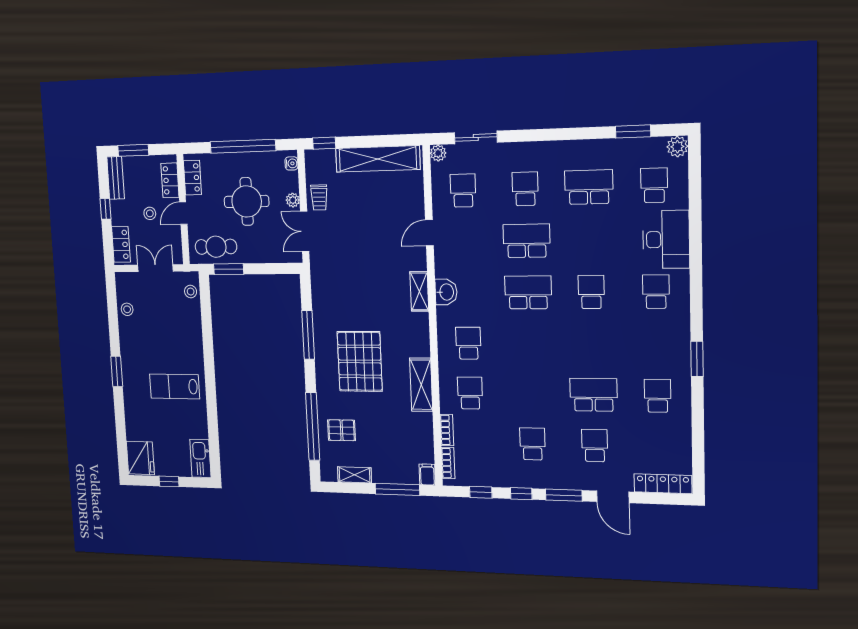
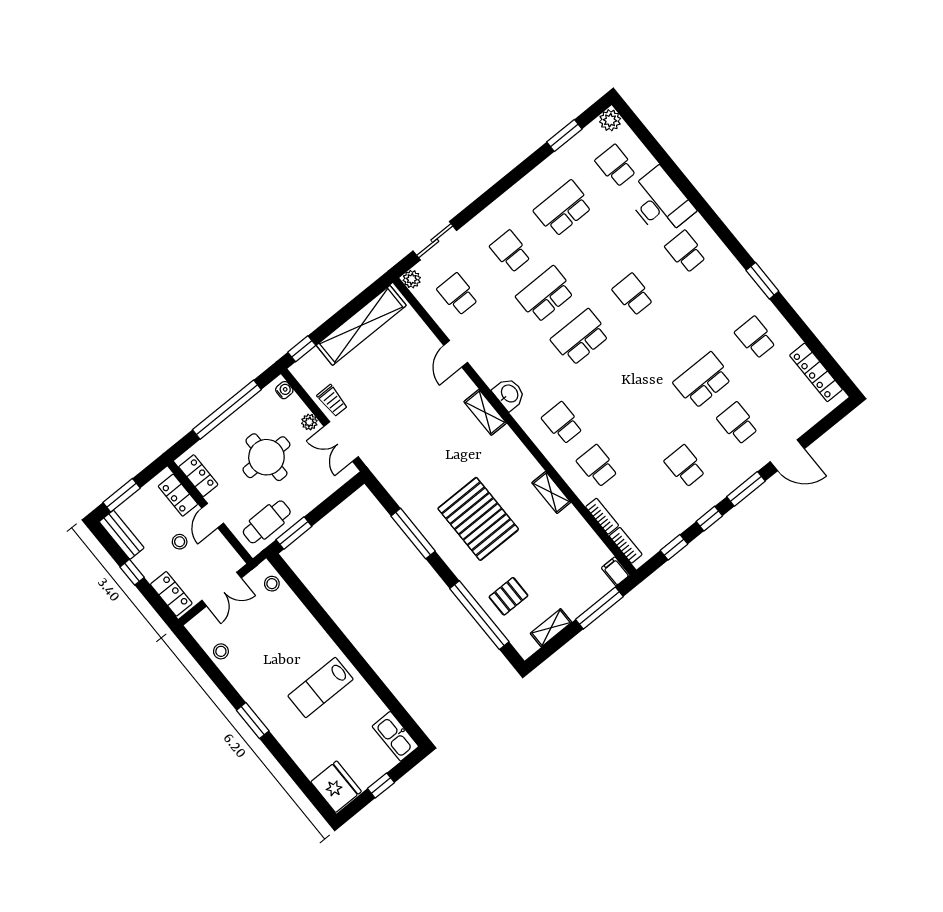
double door: (155, 268) -> (222, 589), swing flipped
shelving: (421, 385) -> (551, 492), width x0.67, depth x0.75
locker: (663, 484) -> (816, 372), moved, turned -90

